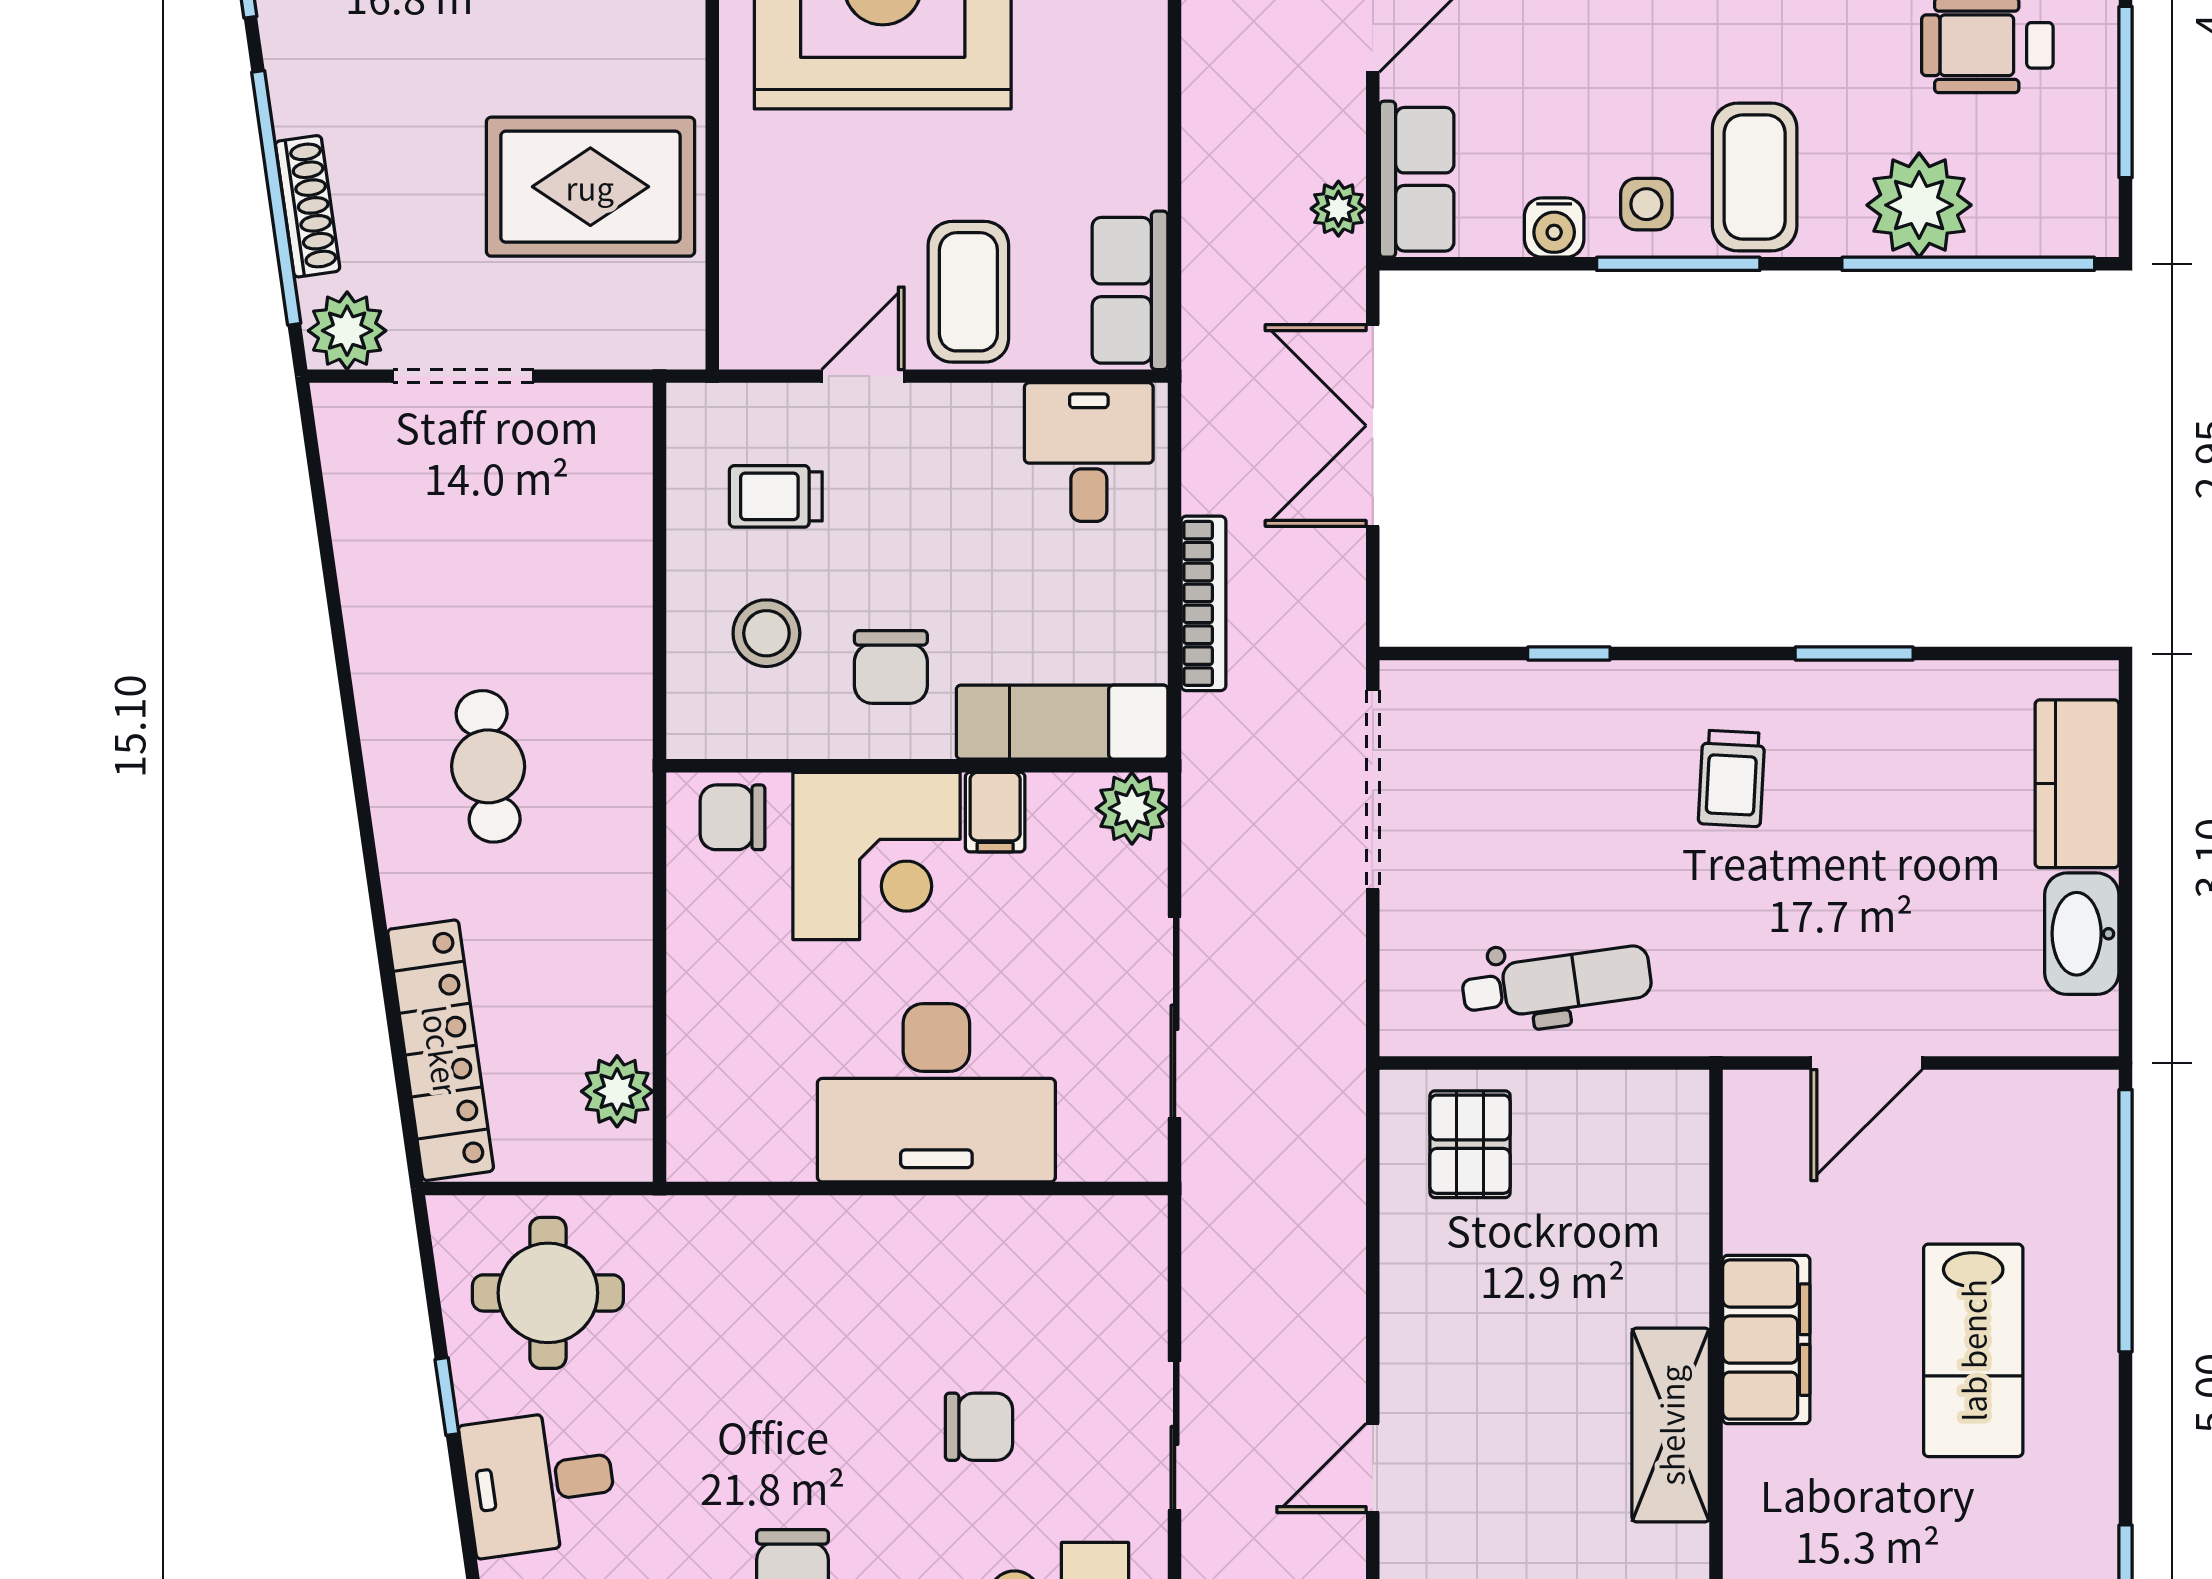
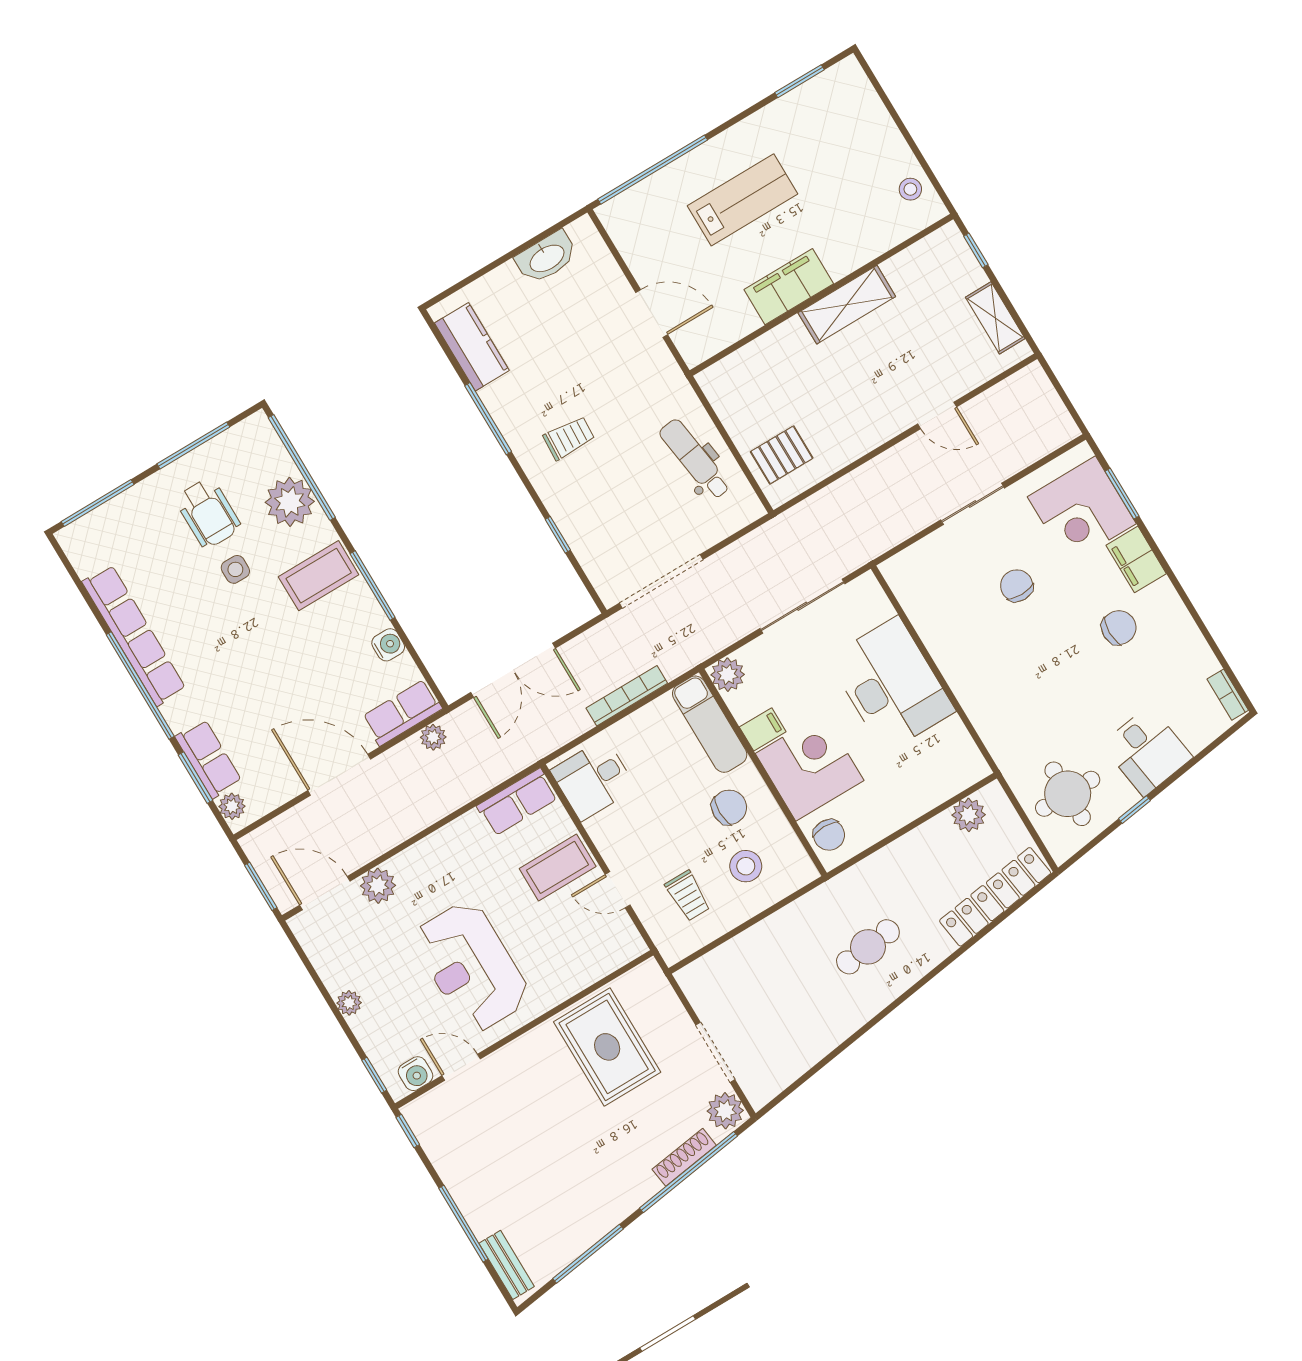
side table: (1646, 204) -> (235, 569), moved
window: (1854, 654) -> (488, 419), width x1.44
kitchen counter: (2077, 784) -> (472, 347), moved, turned -90

